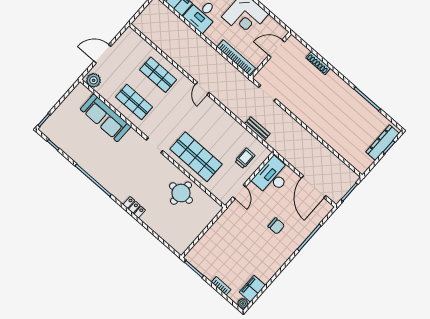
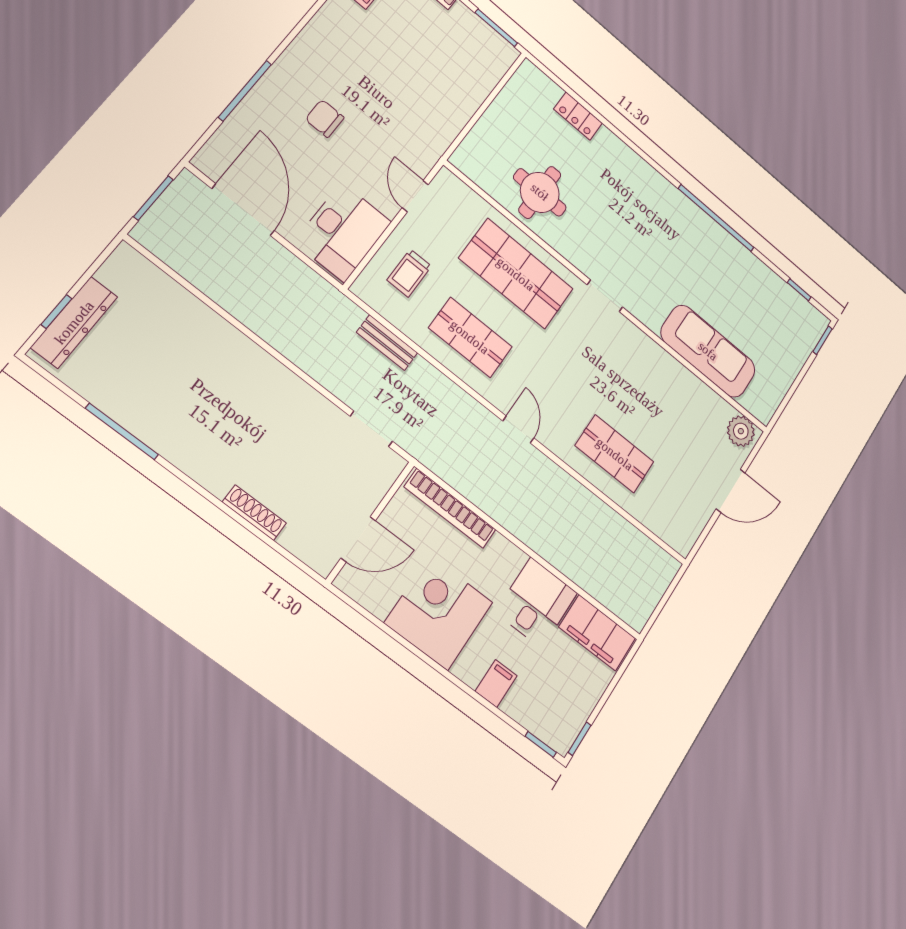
shop shelf: (134, 102) -> (470, 337), moved
locker: (134, 207) -> (578, 116), moved

